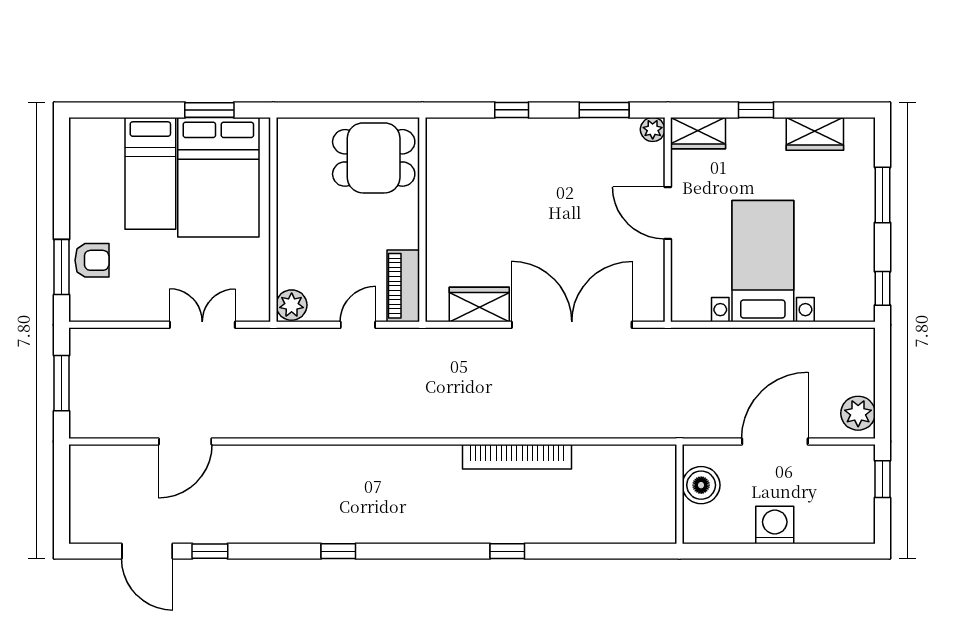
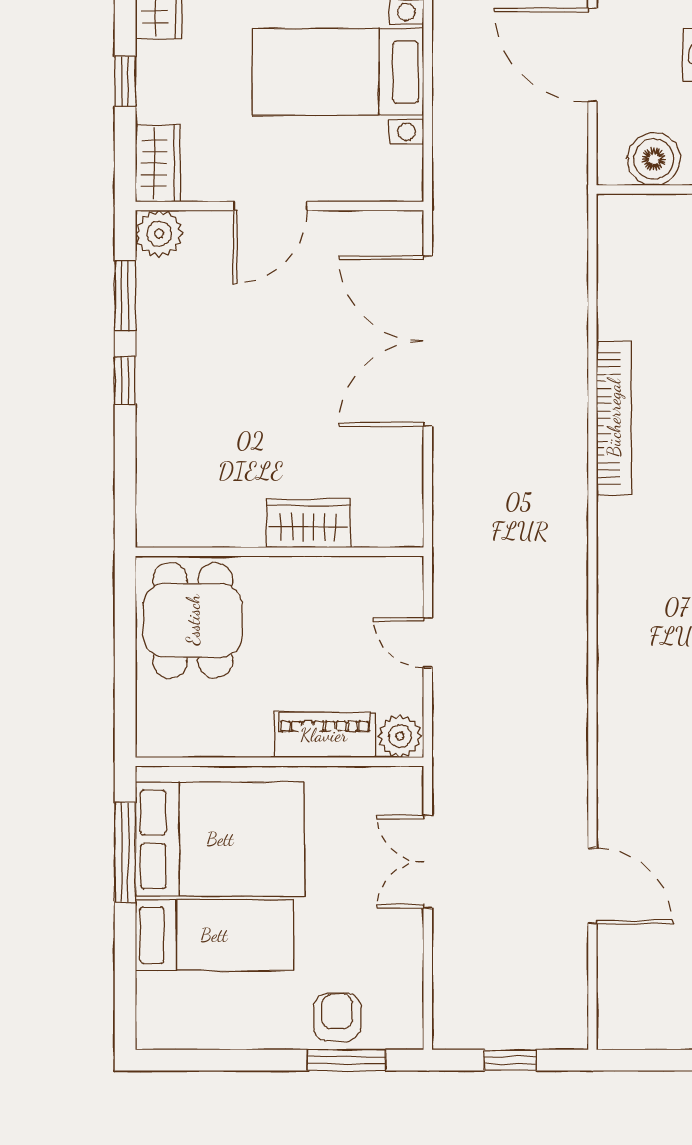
window: (209, 110) -> (125, 852), width x1.44
window: (512, 110) -> (125, 381), moved
plant: (653, 129) -> (159, 234), width x1.38, depth x1.38
piano: (403, 286) -> (324, 735), moved, turned 180
wardrobe: (479, 304) -> (308, 523), moved, turned 90
window: (62, 383) -> (510, 1060), width x0.67

